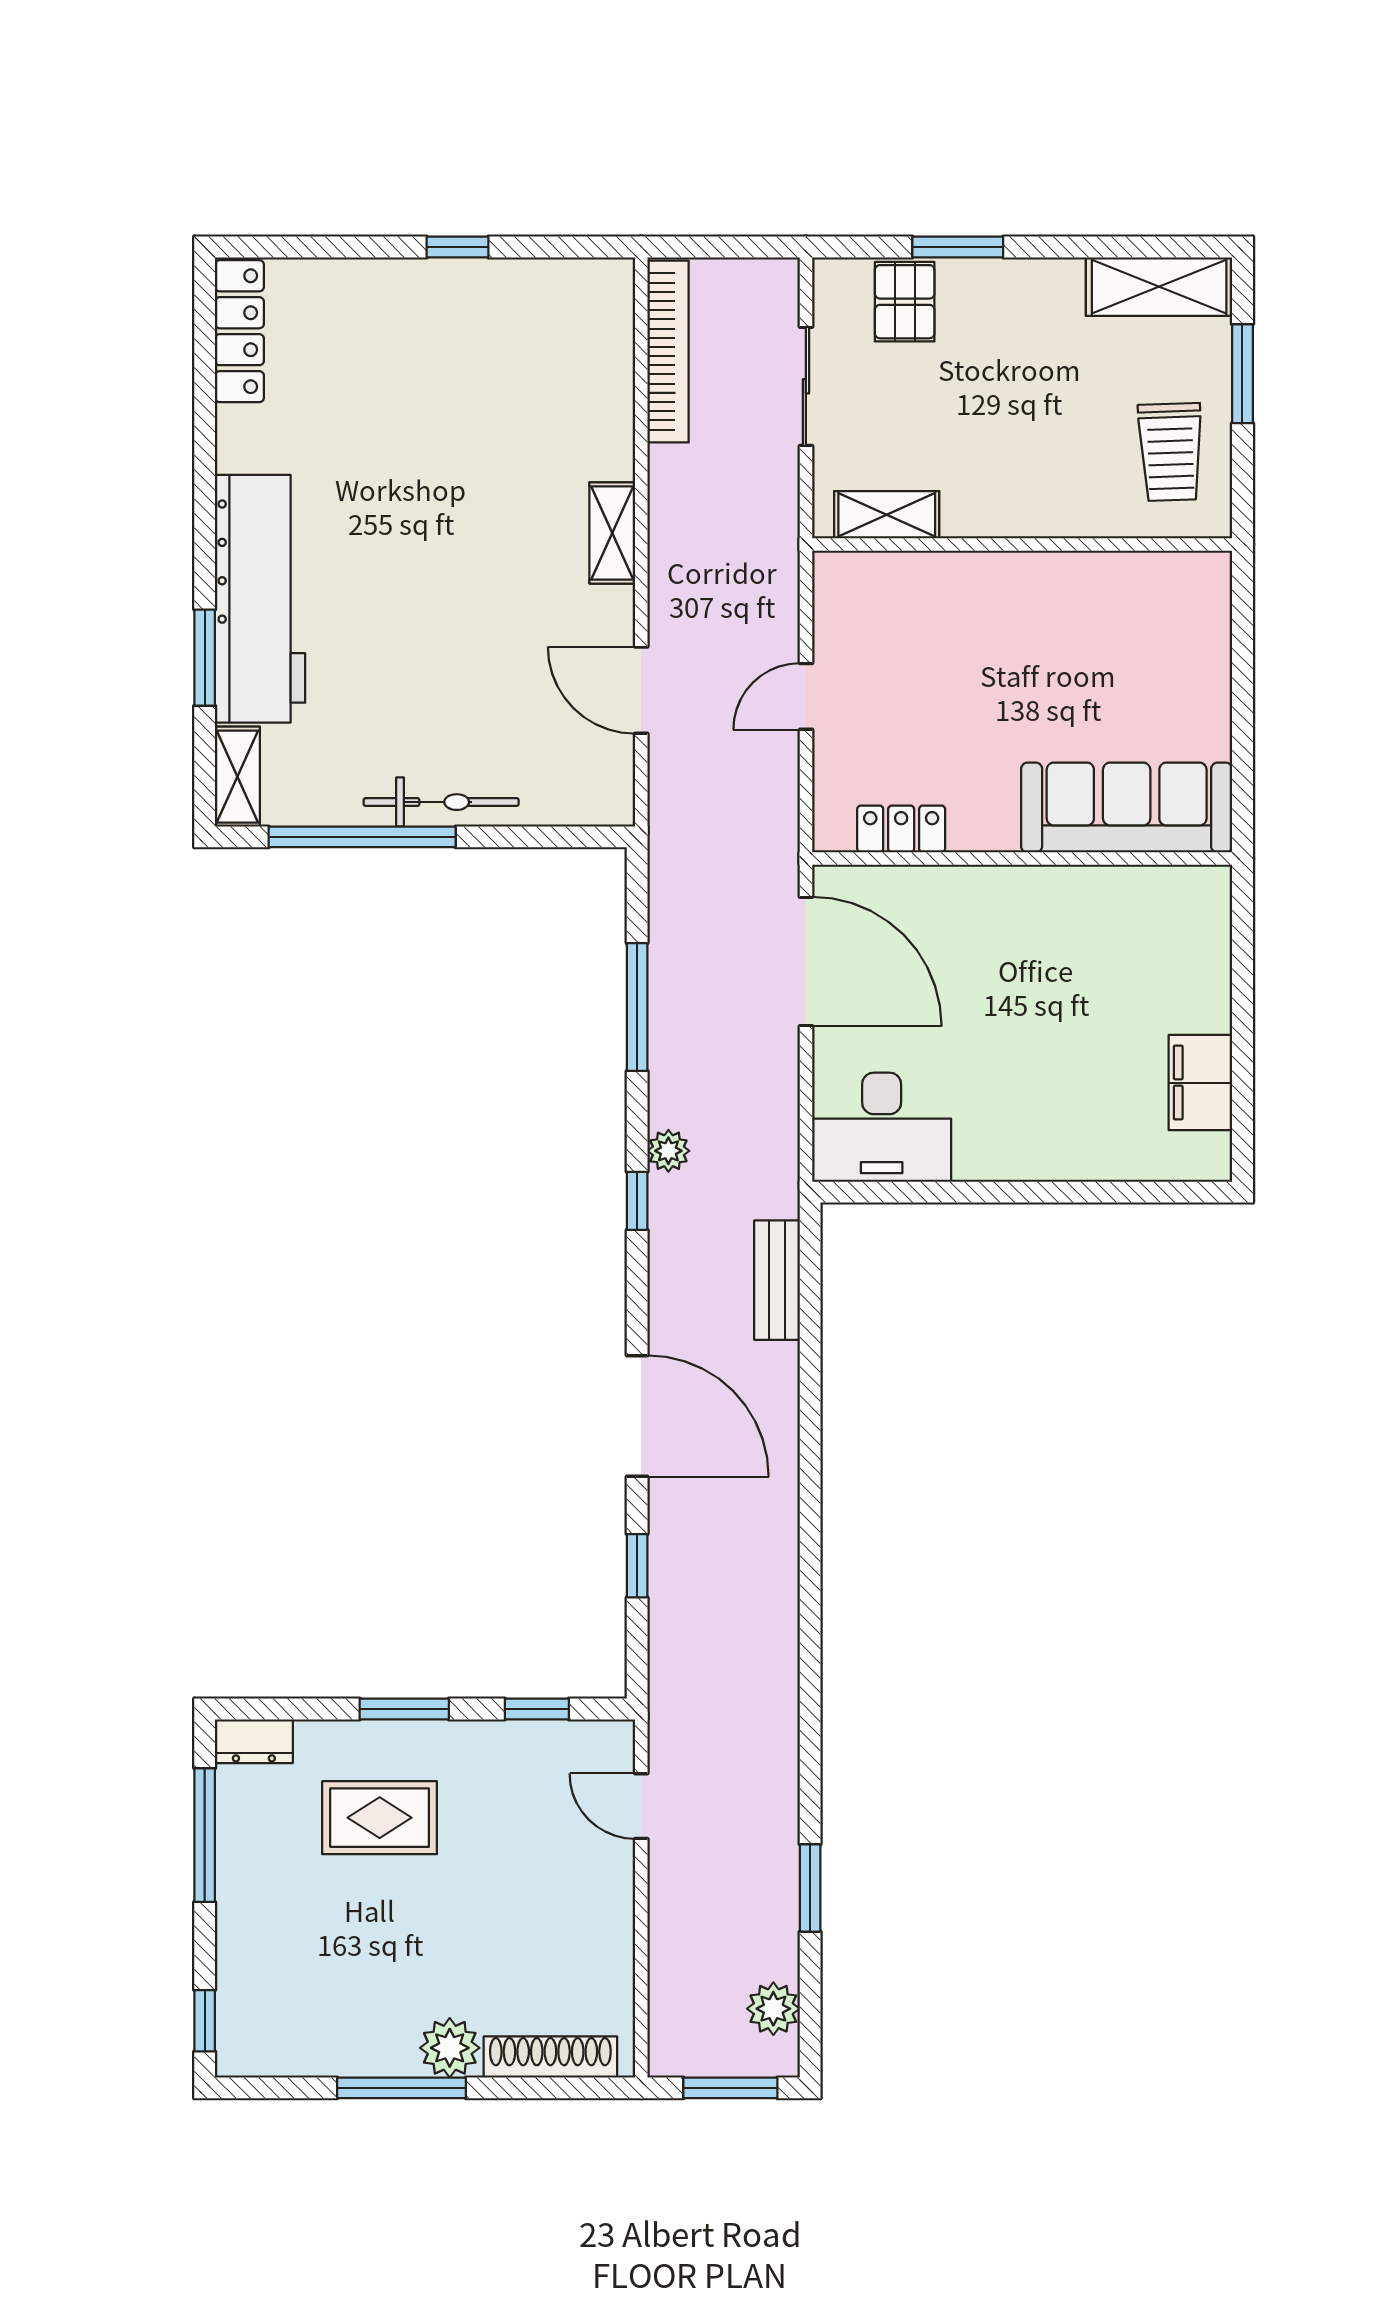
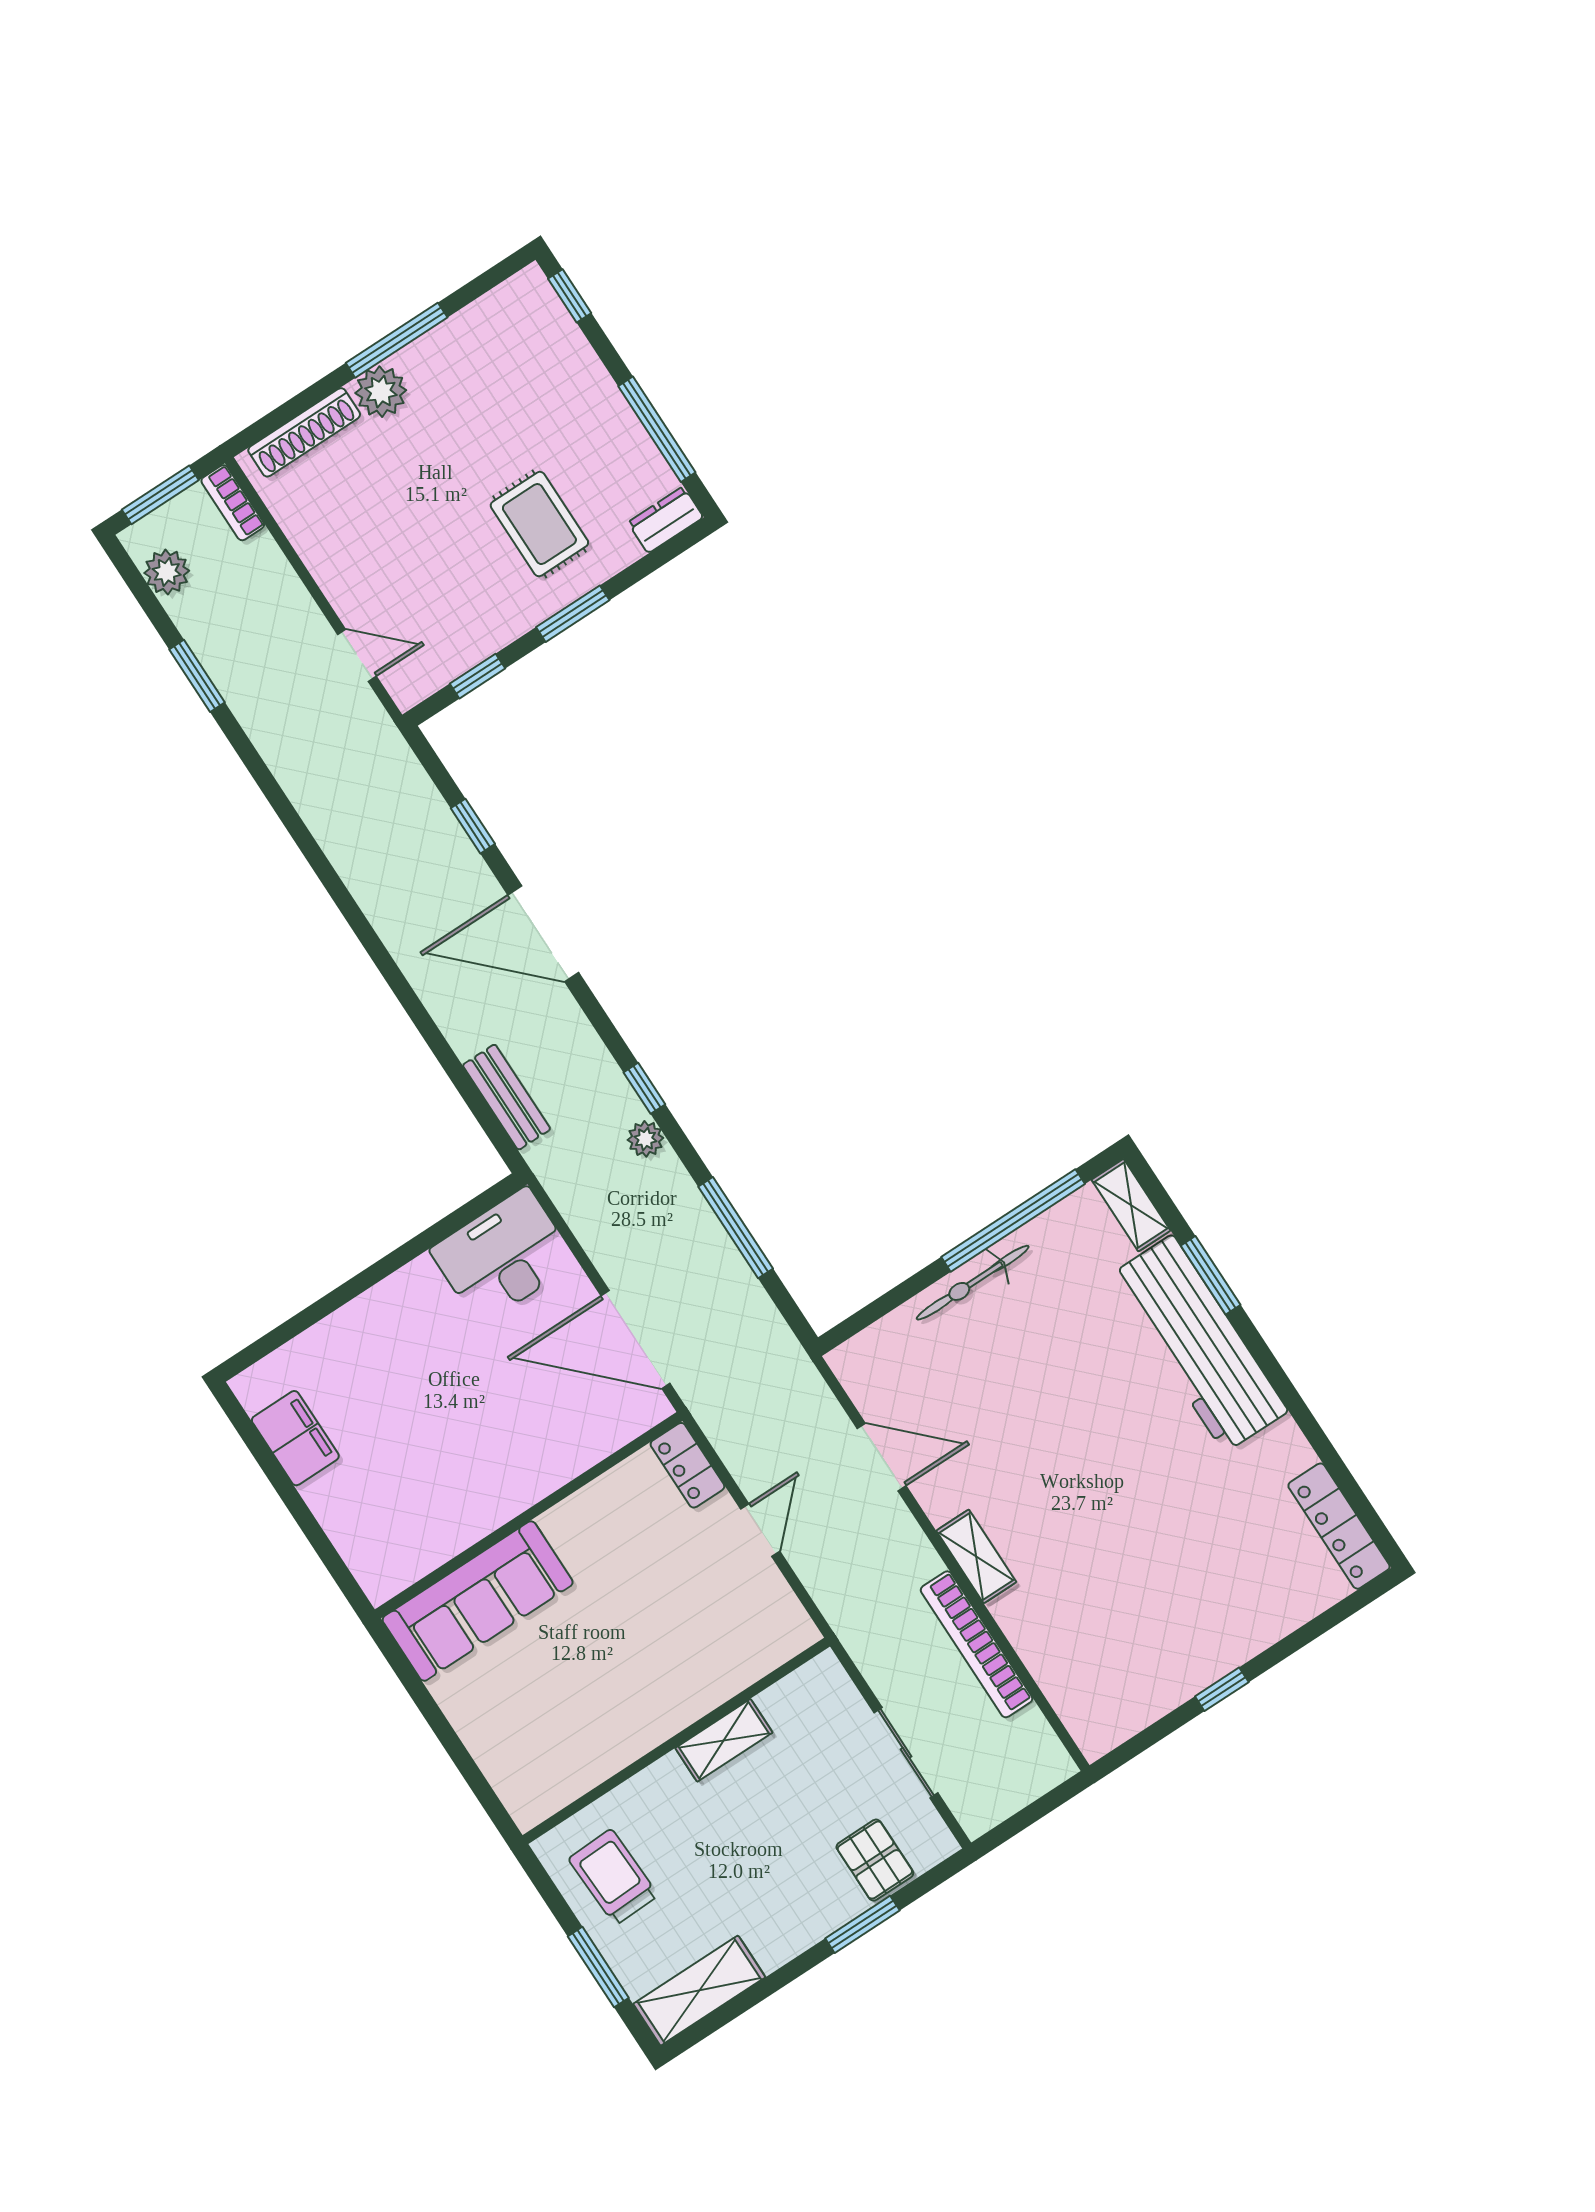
bookcase: (668, 352) -> (977, 1644), moved
shelving: (887, 515) -> (724, 1740), moved
locker: (901, 829) -> (687, 1465), moved, turned 90
rug: (380, 1818) -> (539, 524), turned 90
bookcase: (665, 2034) -> (233, 503), added

